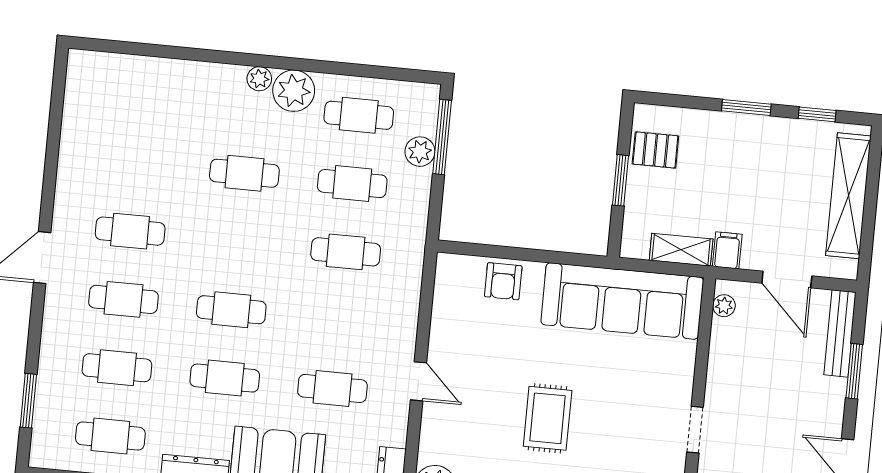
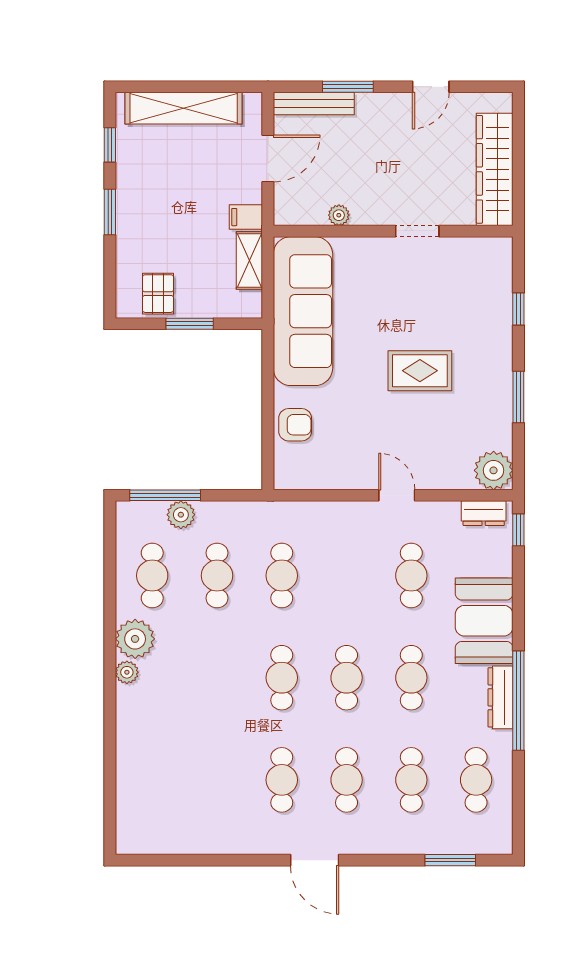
cafe table: (244, 173) -> (282, 678), moved
plant: (724, 306) -> (339, 215), moved
door: (419, 381) -> (397, 495), hinge flipped

